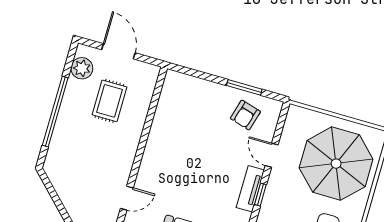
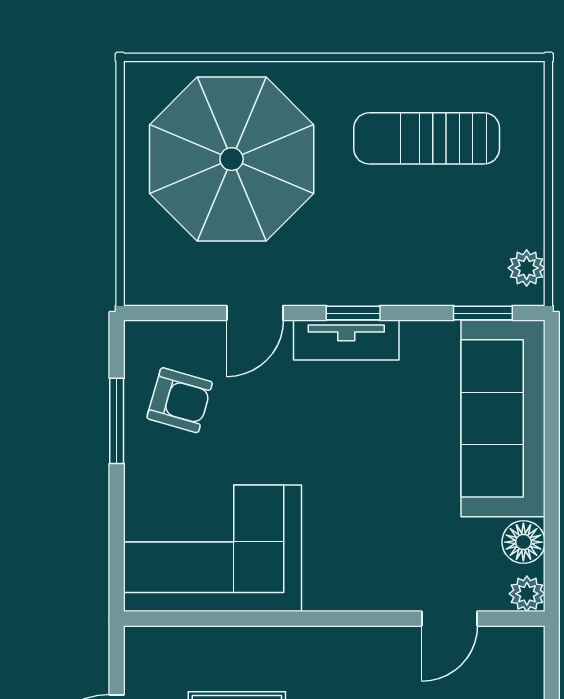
corner sofa: (182, 111) -> (213, 548), added
door: (127, 198) -> (450, 619), swing flipped

